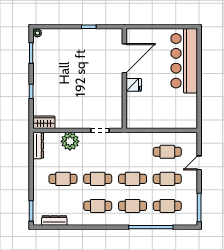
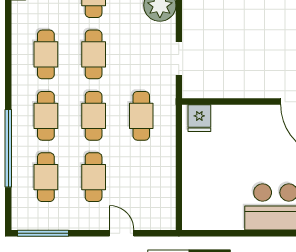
fridge: (134, 85) -> (199, 118), moved
cafe table: (167, 152) -> (141, 116), moved

